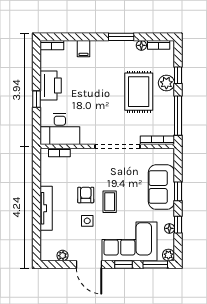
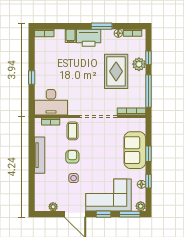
printer: (51, 86) -> (89, 38), moved, turned 90
coffee table: (110, 202) -> (73, 131), moved
tv unit: (46, 208) -> (40, 155), moved

